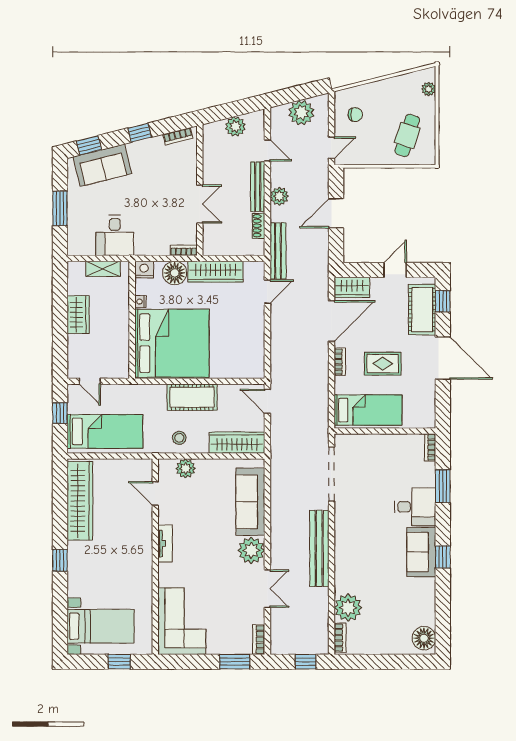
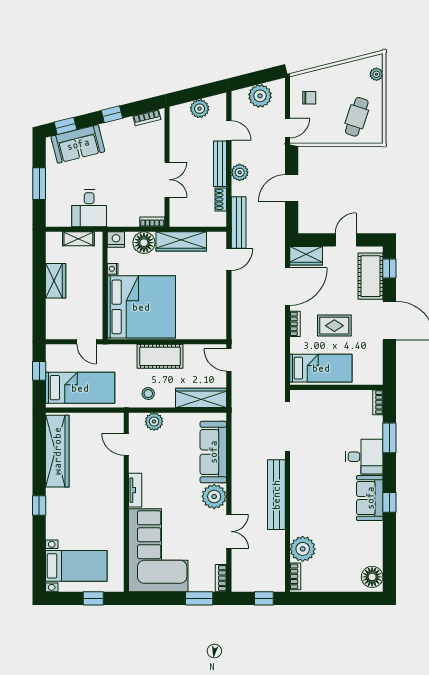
door: (90, 381) -> (87, 342), moved
corner sofa: (182, 621) -> (158, 550), width x1.36, depth x1.36

